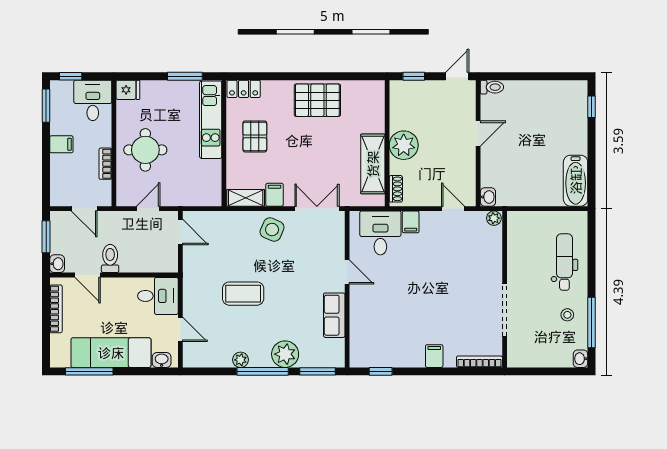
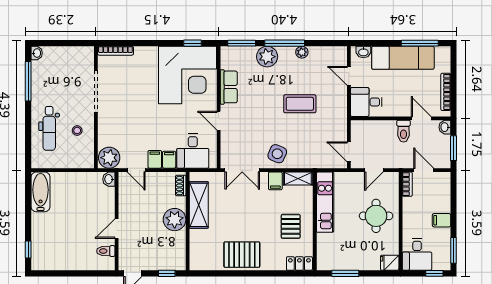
toilet: (492, 87) -> (106, 251), moved
kitchen unit: (211, 120) -> (325, 202), moved
bookcase: (105, 164) -> (407, 184), moved
plant: (494, 218) -> (109, 158), width x1.88, depth x1.88
stool: (567, 315) -> (77, 130), moved
corner desk: (387, 331) -> (188, 75), added
filing cabinet: (434, 356) -> (155, 159), moved, turned 180

